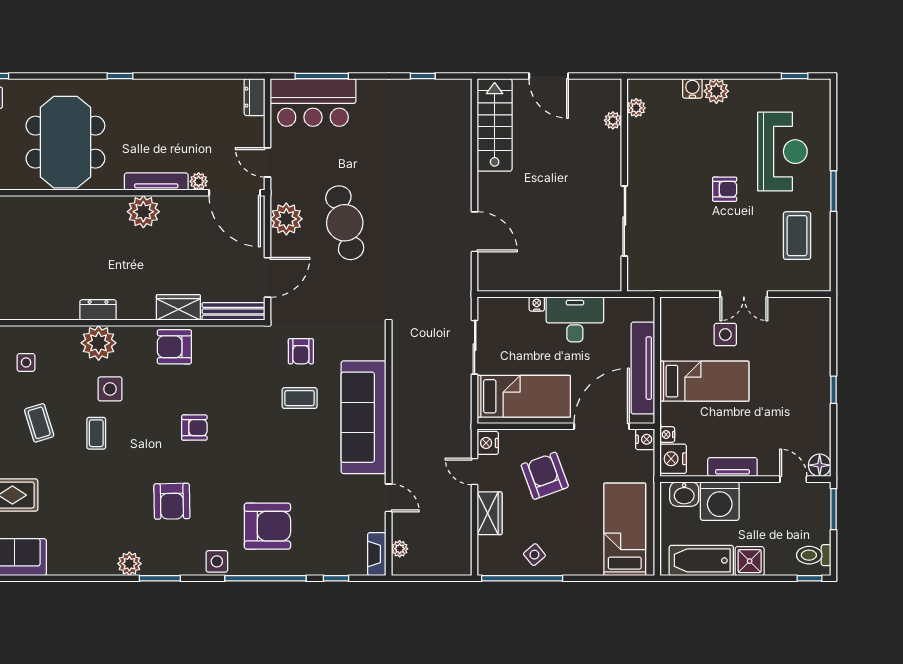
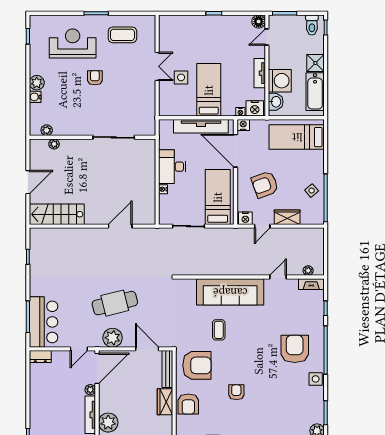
armchair: (301, 351) -> (197, 365), moved, width x1.88, depth x1.88
armchair: (172, 501) -> (280, 406), removed

